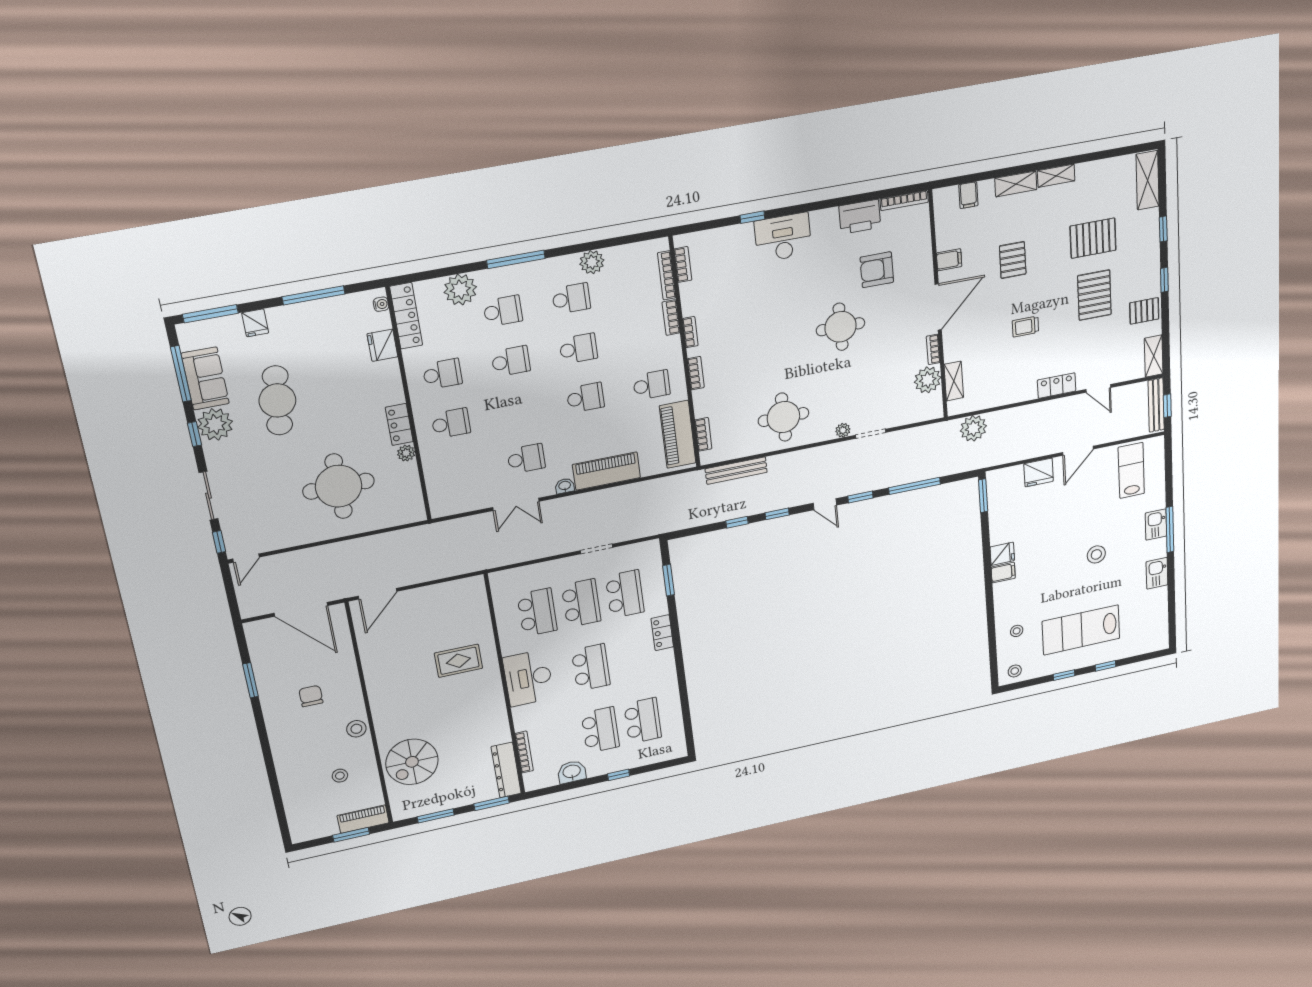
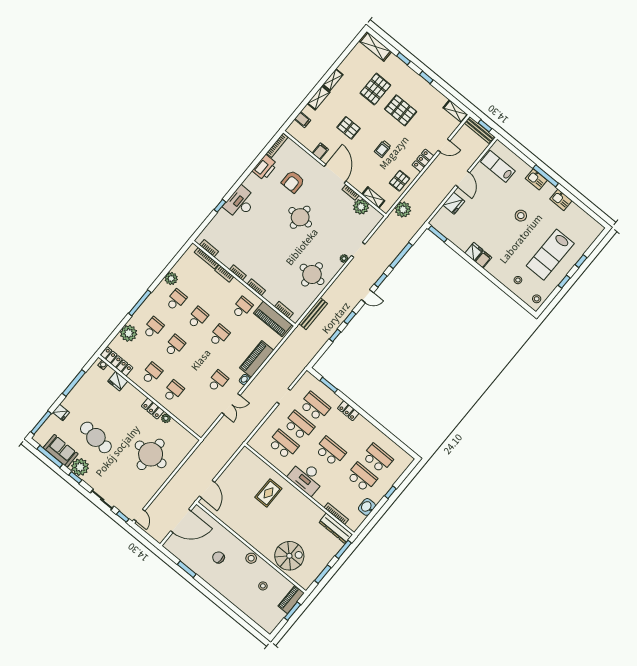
pallet: (1144, 311) -> (399, 181), moved
spiral stairs: (412, 762) -> (289, 556), turned -90

